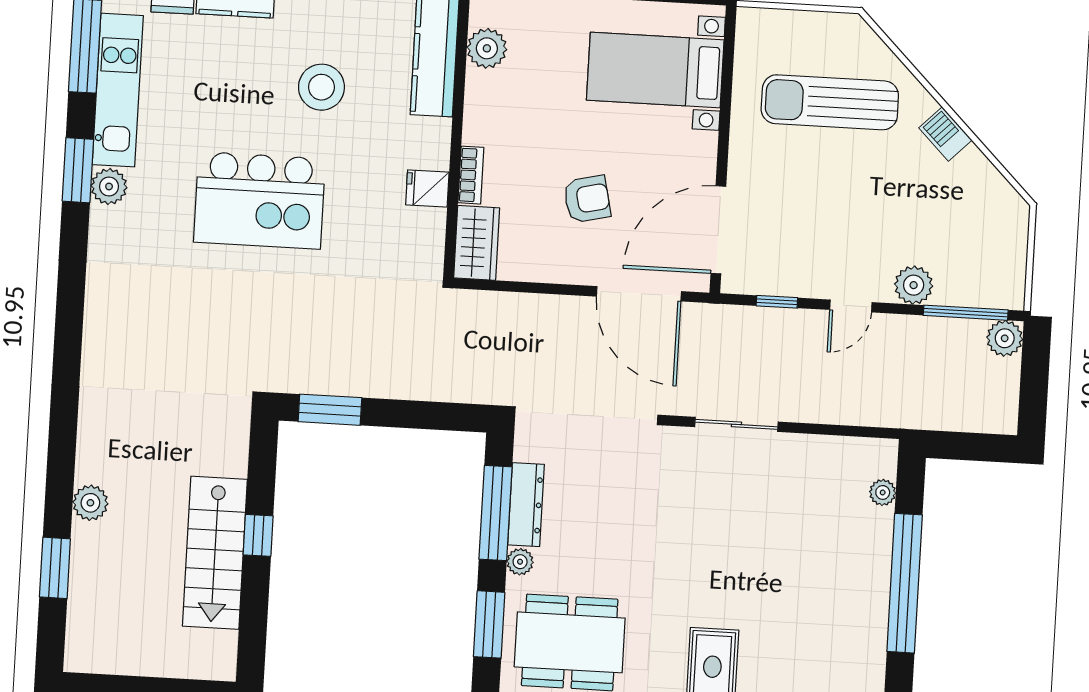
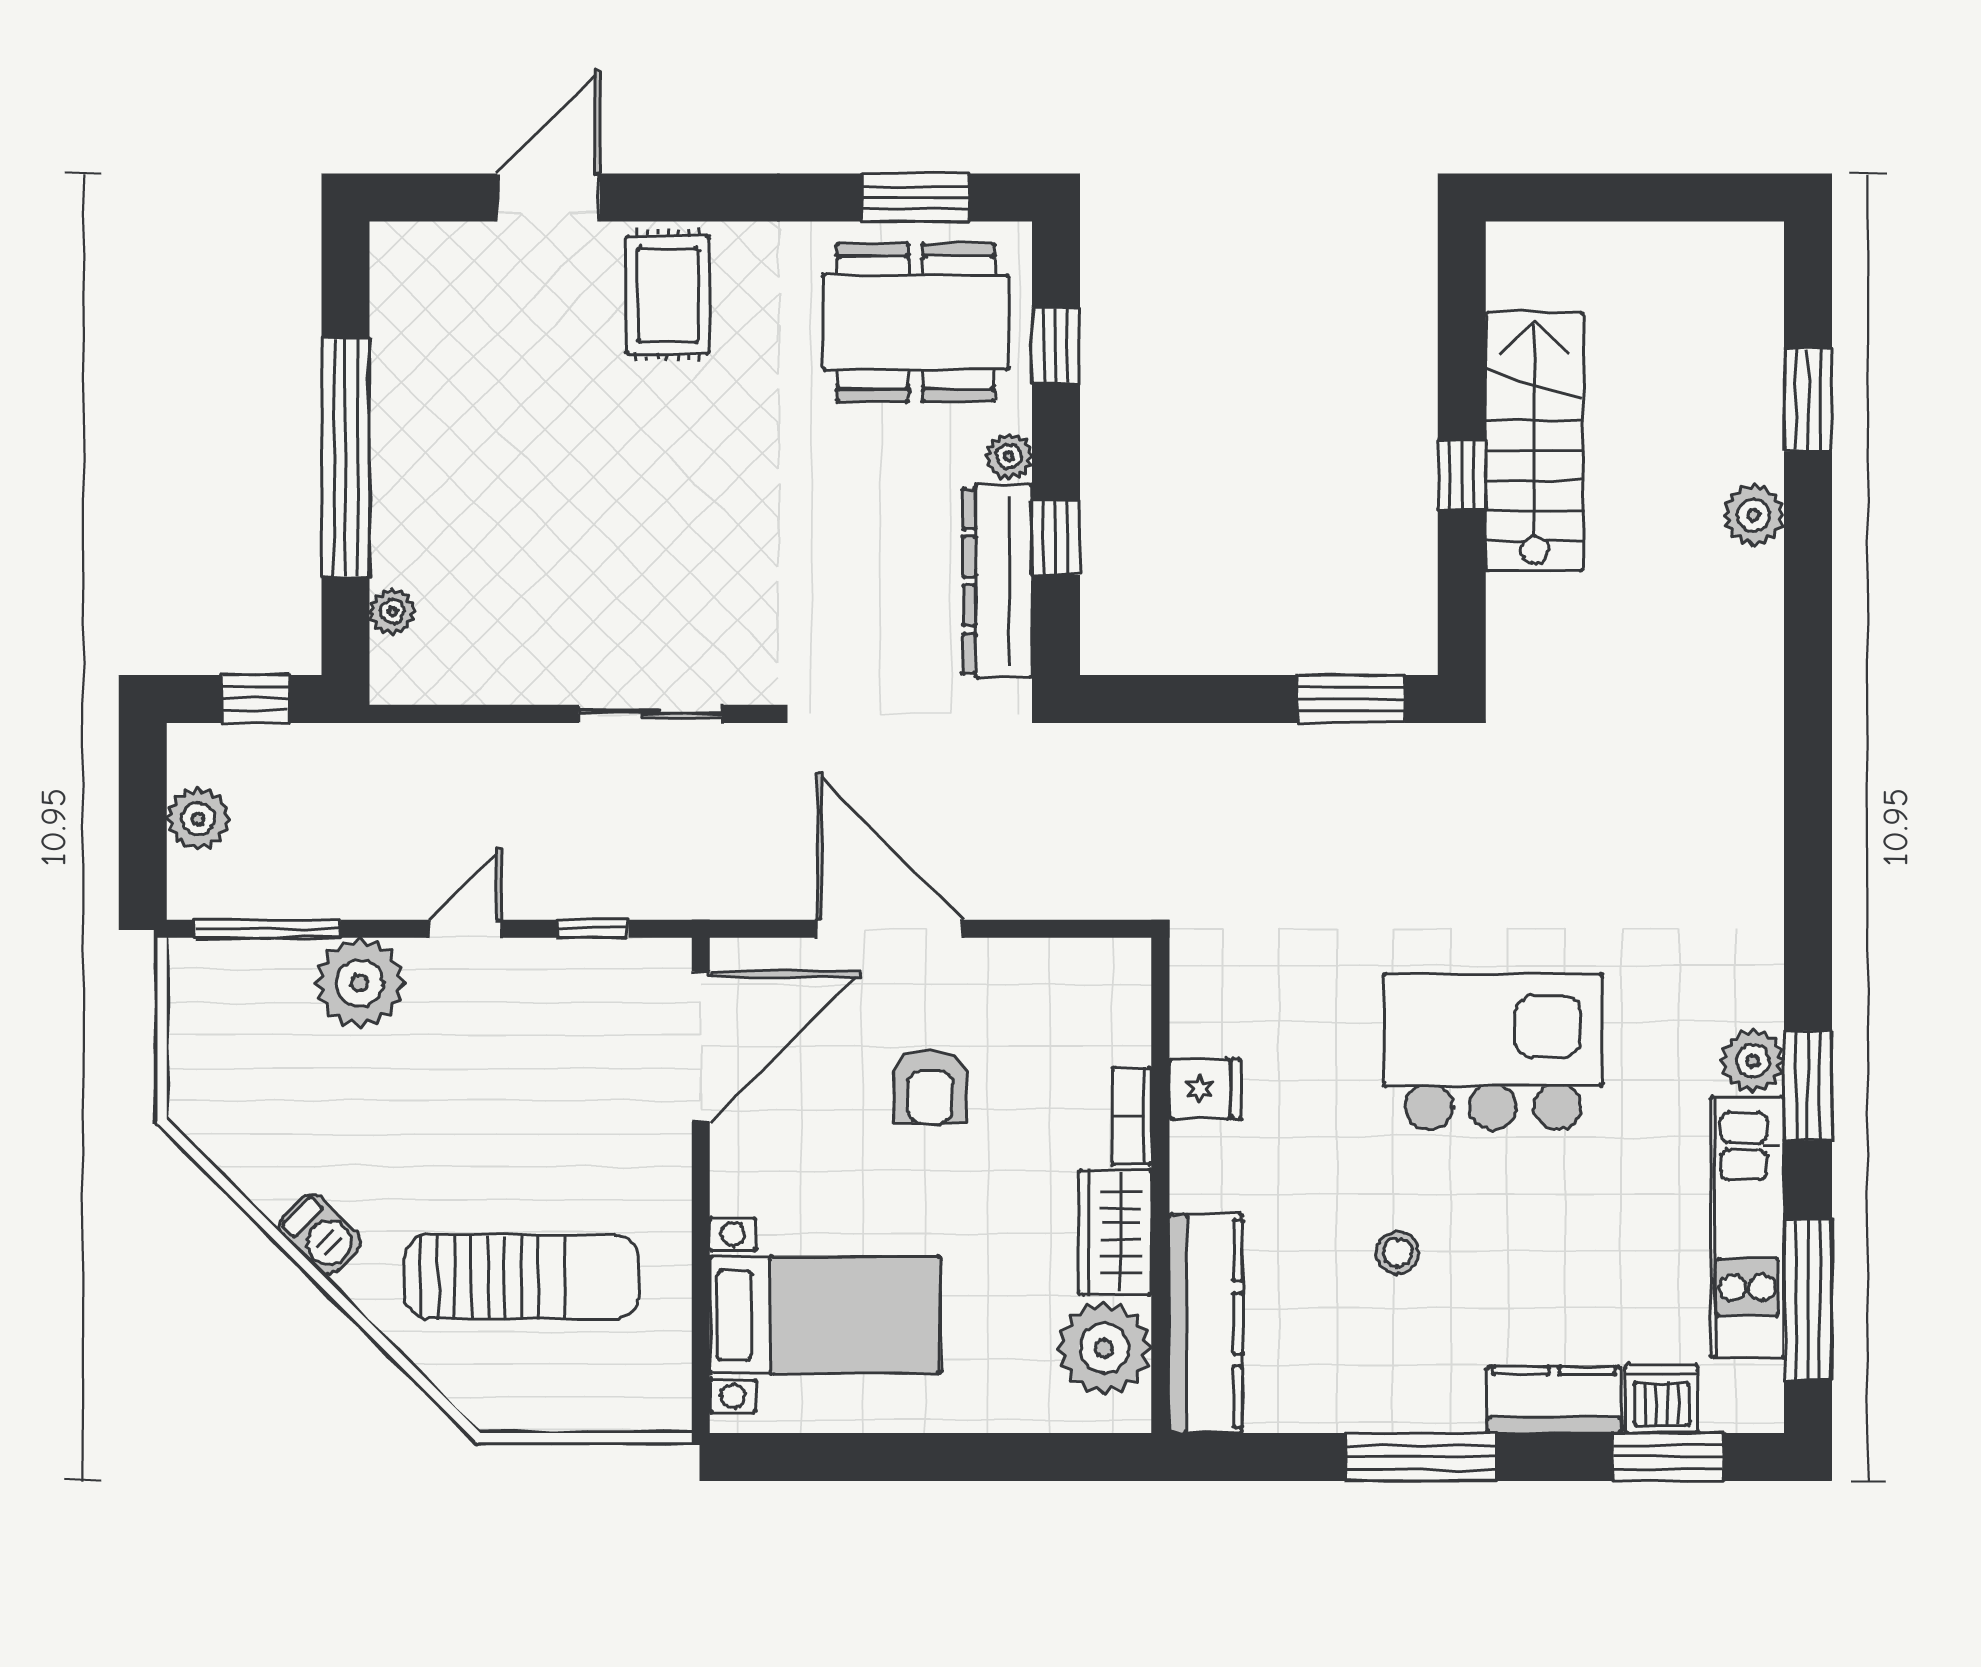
plant: (487, 48) -> (1104, 1348), width x1.36, depth x1.36
stool: (321, 87) -> (1397, 1253), width x0.53, depth x0.53
armchair: (587, 199) -> (930, 1087), turned -77
wardrobe: (477, 243) -> (1115, 1232), moved
plant: (914, 285) -> (360, 983), width x1.36, depth x1.36
door: (639, 294) -> (890, 929), moved
plant: (1005, 338) -> (198, 819), moved
window: (965, 446) -> (255, 699), added
dresser: (526, 505) -> (998, 581), width x1.37, depth x1.24
window: (496, 513) -> (1056, 538), width x0.46
window: (489, 624) -> (1056, 345), width x0.67

